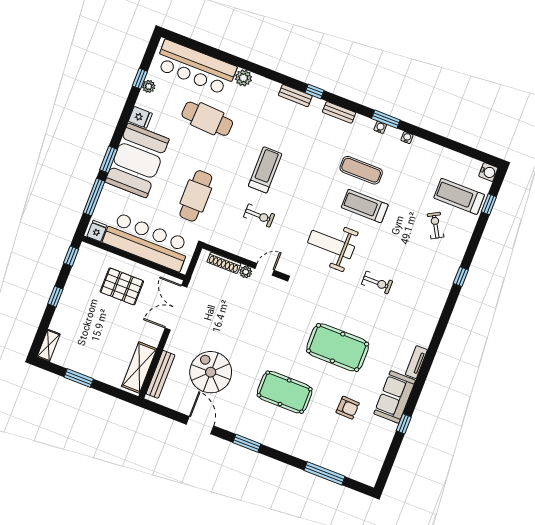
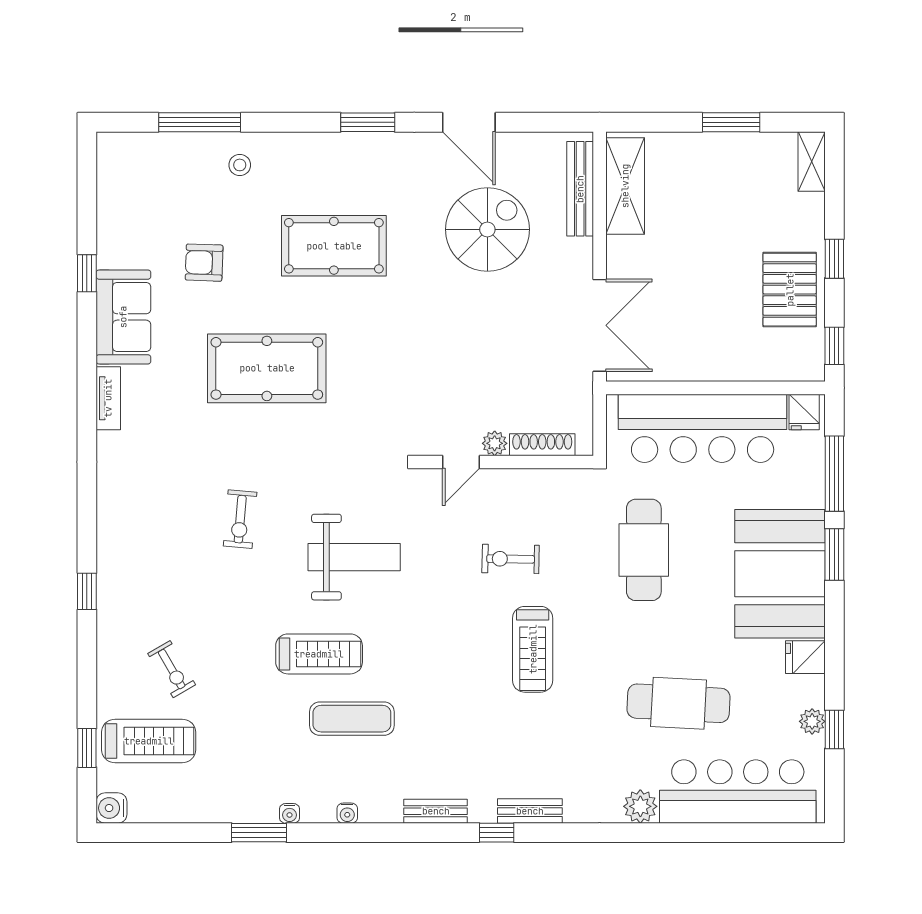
window: (386, 119) -> (259, 833), moved
exercise bike: (377, 283) -> (240, 519), turned -85
pallet: (122, 286) -> (790, 290), moved, turned 90
spiral stairs: (211, 372) -> (487, 229), turned -90
stool: (314, 446) -> (240, 165), added

